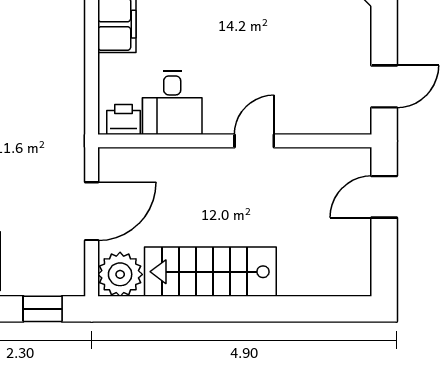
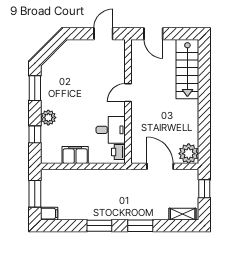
door: (384, 87) -> (103, 34), hinge flipped
door: (254, 141) -> (128, 93), hinge flipped
stairs: (210, 272) -> (187, 69), moved

